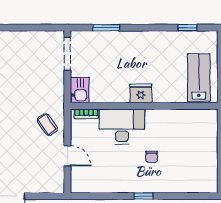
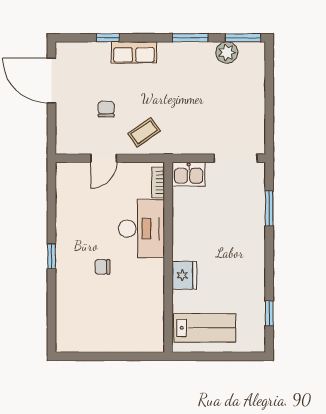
fridge: (141, 93) -> (184, 275), moved
chair: (29, 154) -> (106, 109), added

